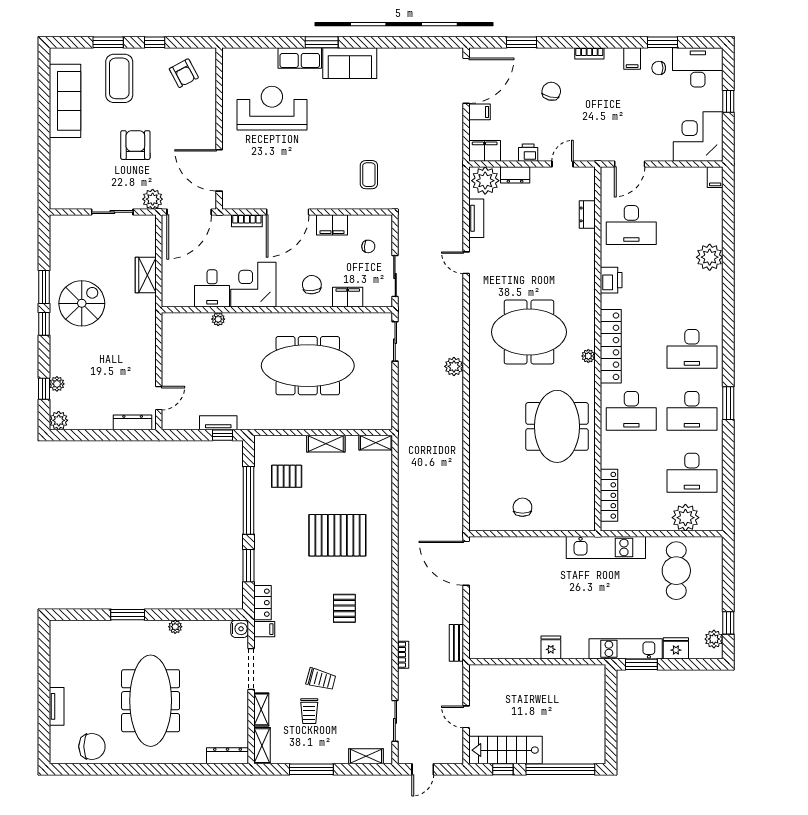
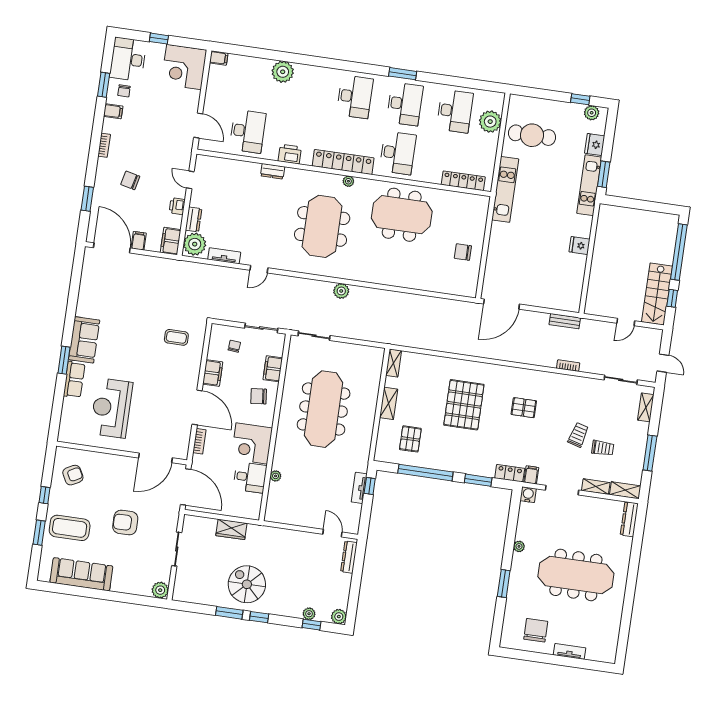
plant: (153, 199) -> (160, 590), moved
dresser: (587, 214) -> (273, 171), moved
chair: (92, 746) -> (536, 630), moved

